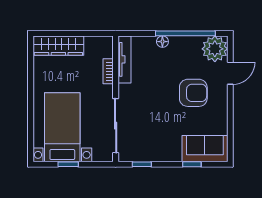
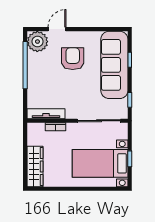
floor lamp: (162, 42) -> (32, 83), removed
door: (230, 73) -> (57, 29), hinge flipped
sofa: (205, 149) -> (114, 65), width x1.85, depth x1.27

